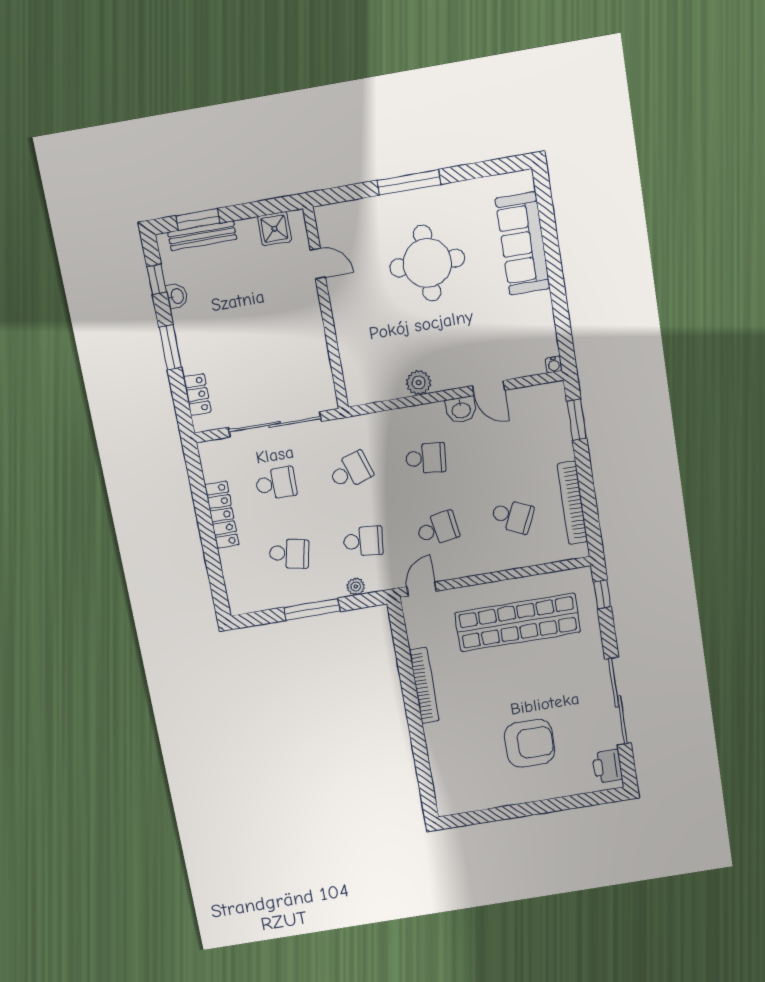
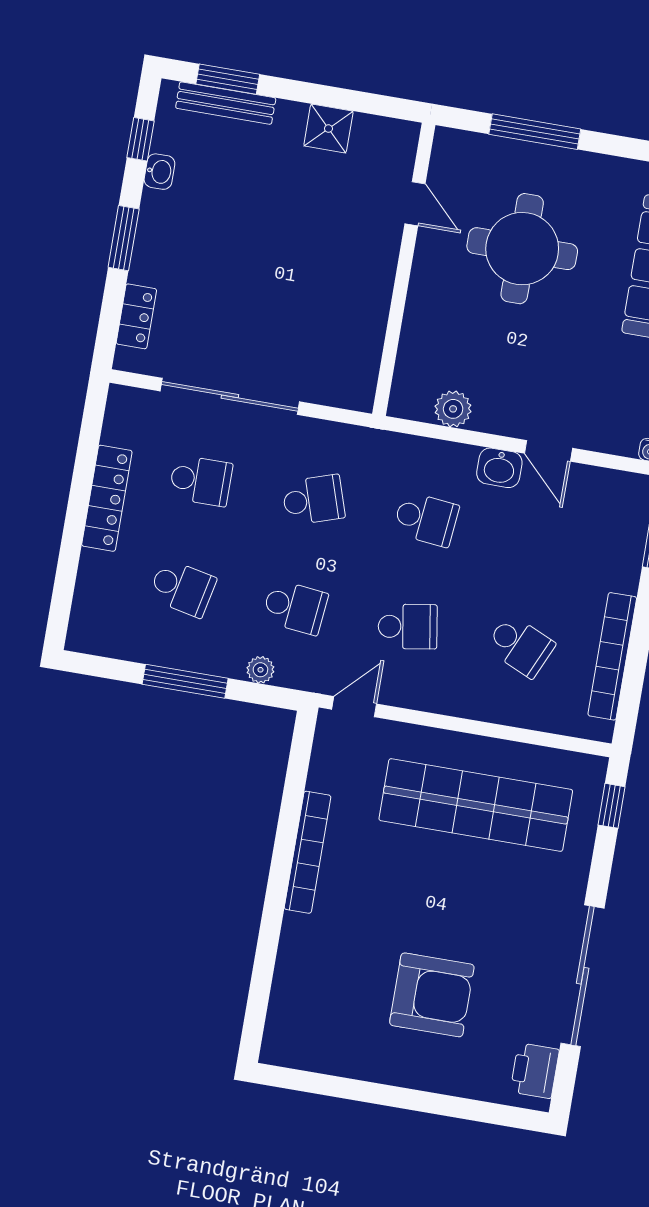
door: (318, 263) -> (415, 204), moved
wall: (326, 309) -> (404, 269), moved

